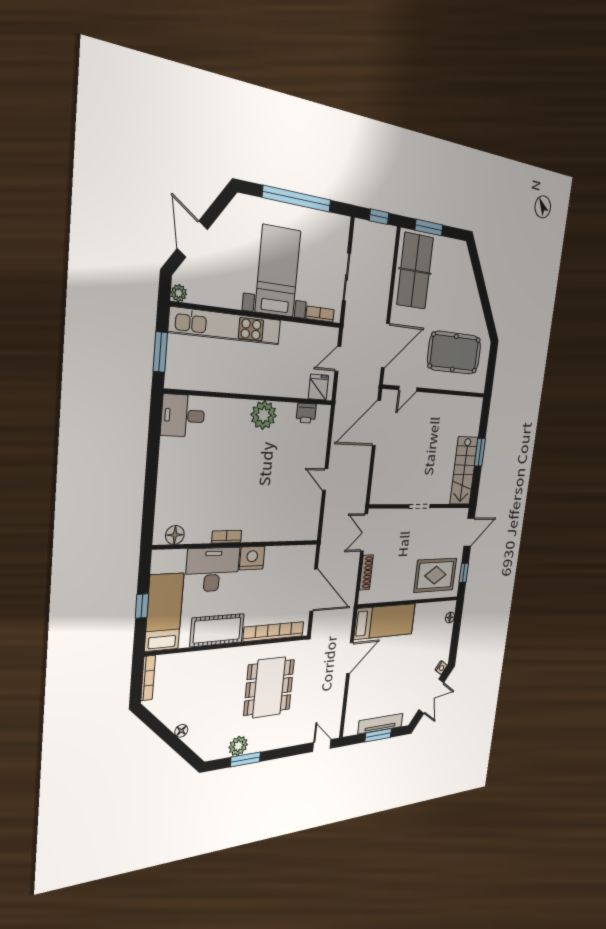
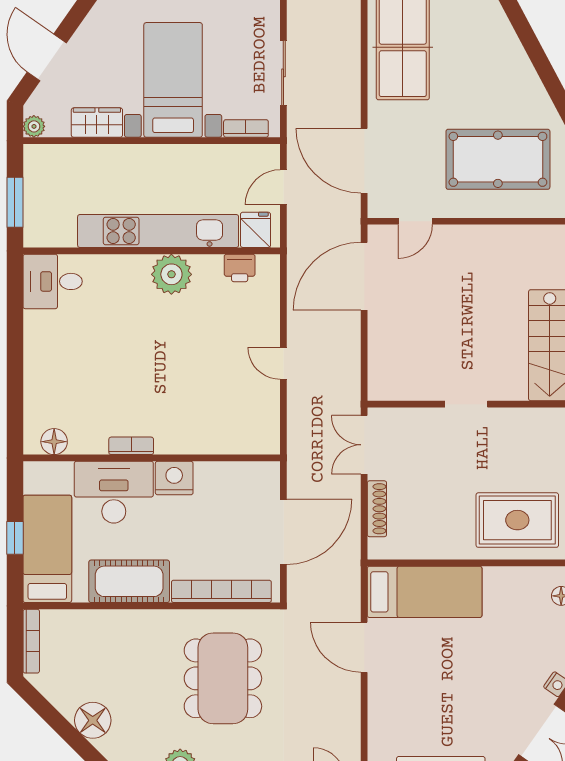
wardrobe: (224, 296) -> (97, 123), added
kitchen unit: (226, 326) -> (158, 231), moved, turned 180
door: (385, 345) -> (364, 161), swing flipped
door: (314, 590) -> (283, 532), hinge flipped
door: (350, 658) -> (364, 647), swing flipped
floor lamp: (181, 731) -> (93, 720), width x1.89, depth x1.89

